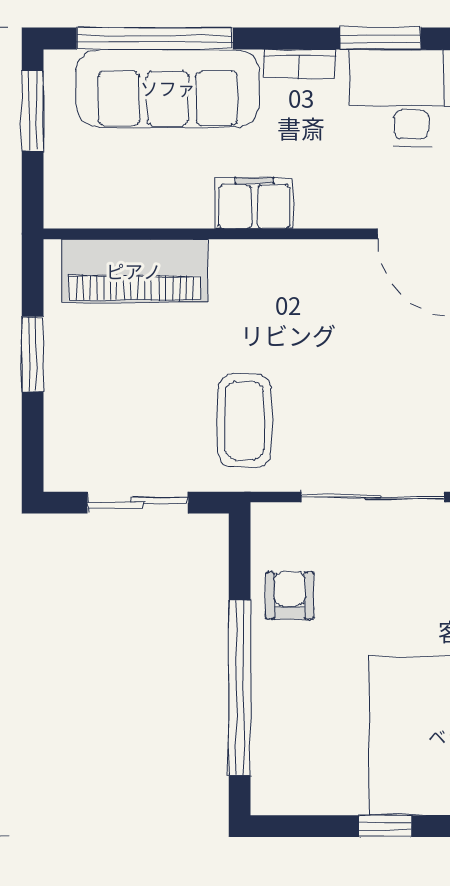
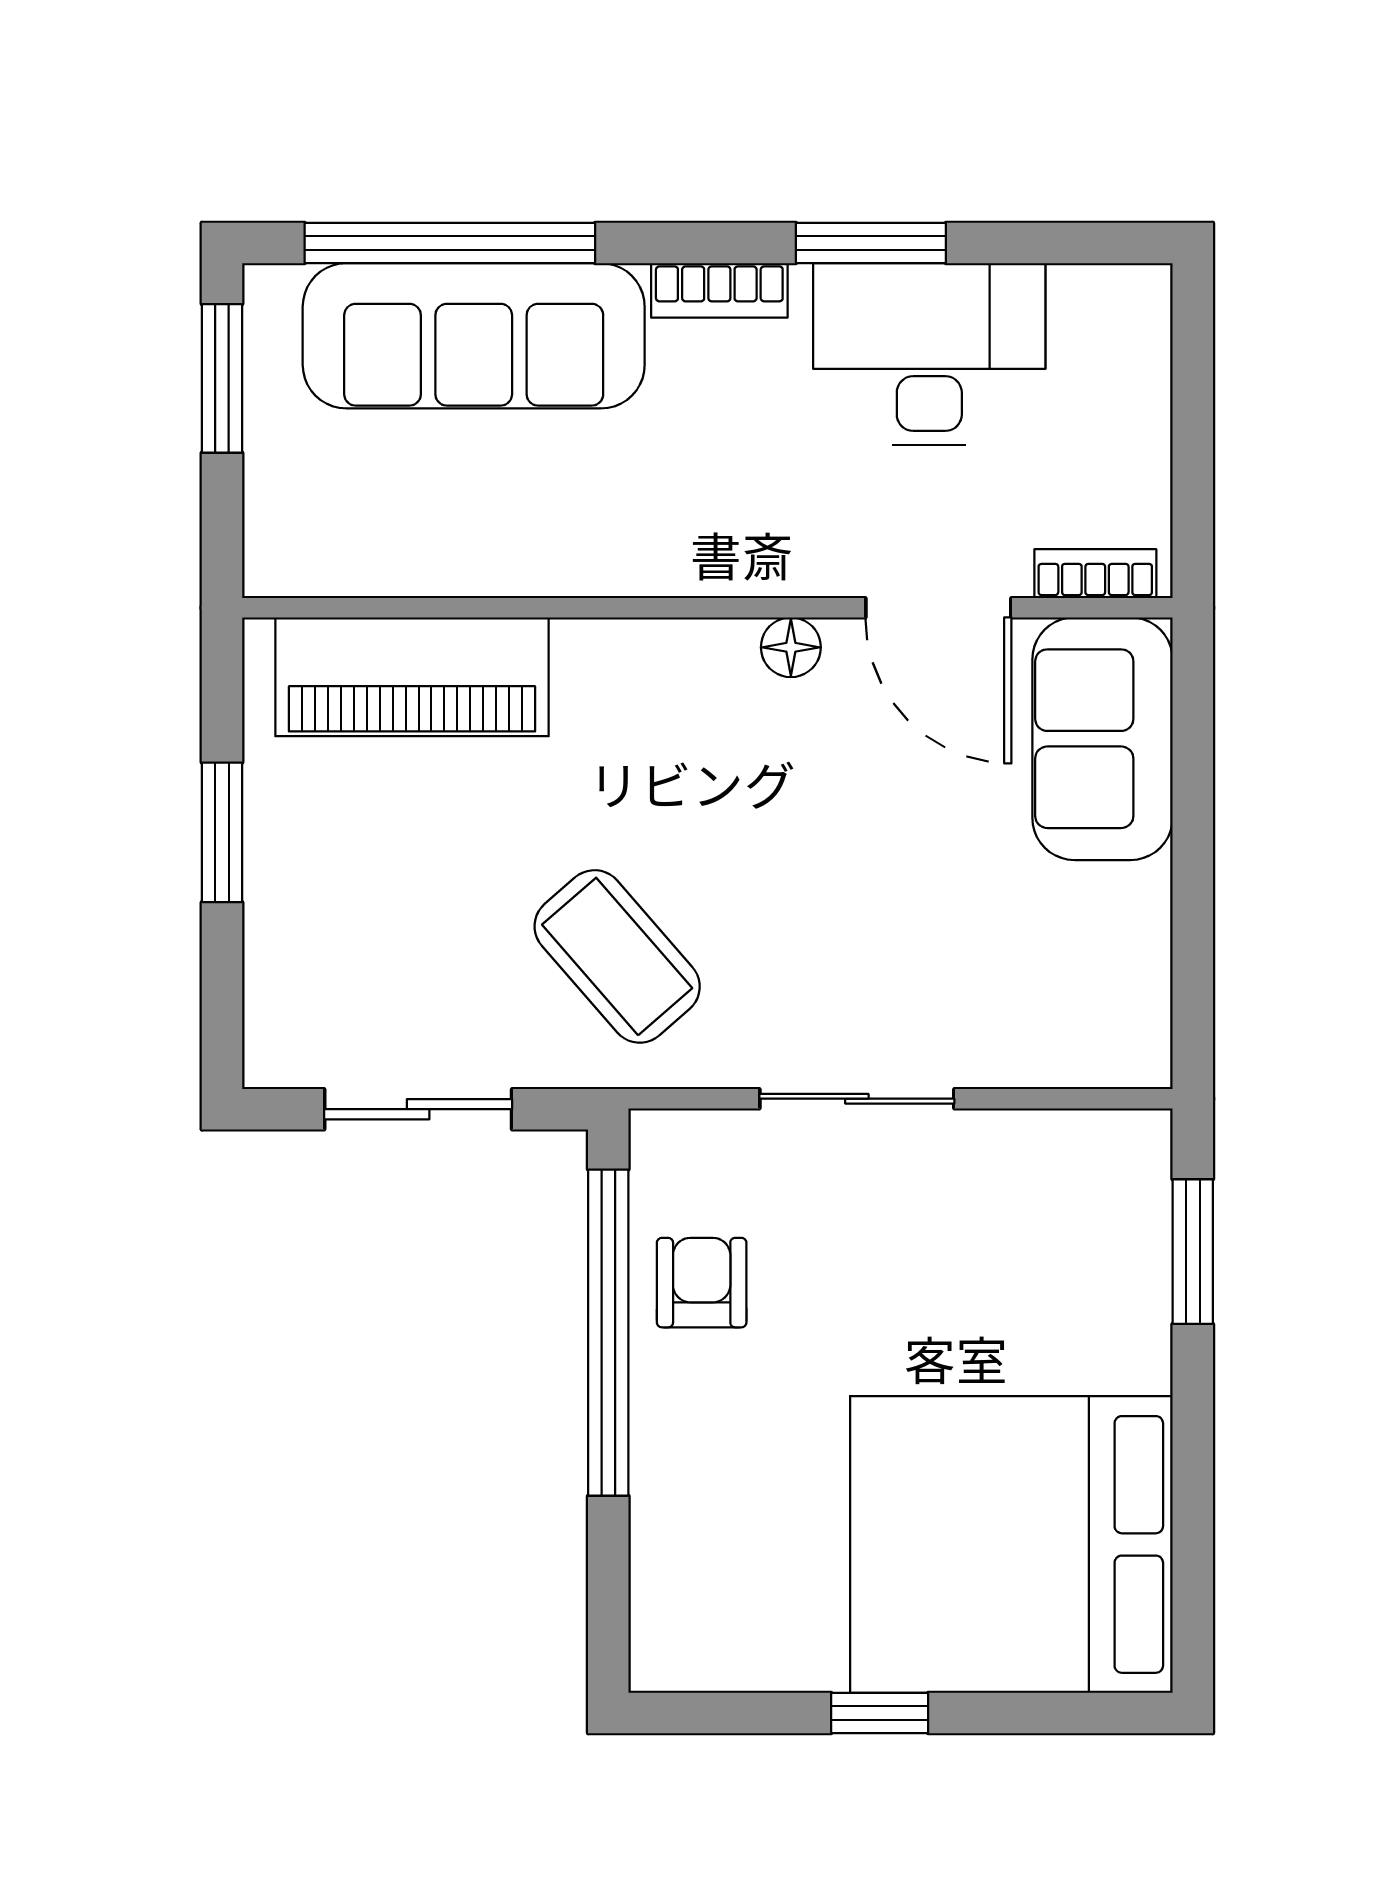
filing cabinet: (254, 203) -> (636, 550), removed
floor lamp: (337, 255) -> (791, 647), added
coffee table: (244, 421) -> (617, 956), turned -41
sliding door: (373, 497) -> (857, 1099), width x0.73
window: (240, 688) -> (608, 1333), moved

